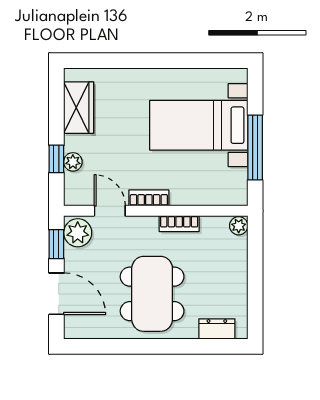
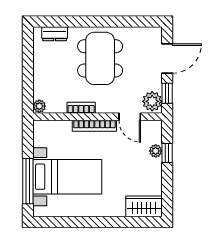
wardrobe: (79, 108) -> (144, 206), moved, turned 90
window: (255, 147) -> (28, 181), moved
bookcase: (149, 198) -> (94, 126), width x1.56
door: (56, 294) -> (167, 58), swing flipped

